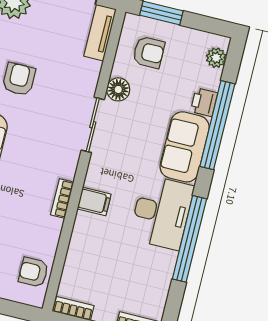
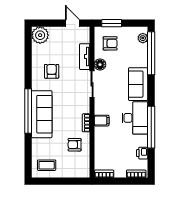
tv unit: (100, 33) -> (85, 57), moved
printer: (204, 102) -> (142, 153), moved
window: (217, 125) -> (151, 53), moved
armchair: (33, 272) -> (75, 145), moved

